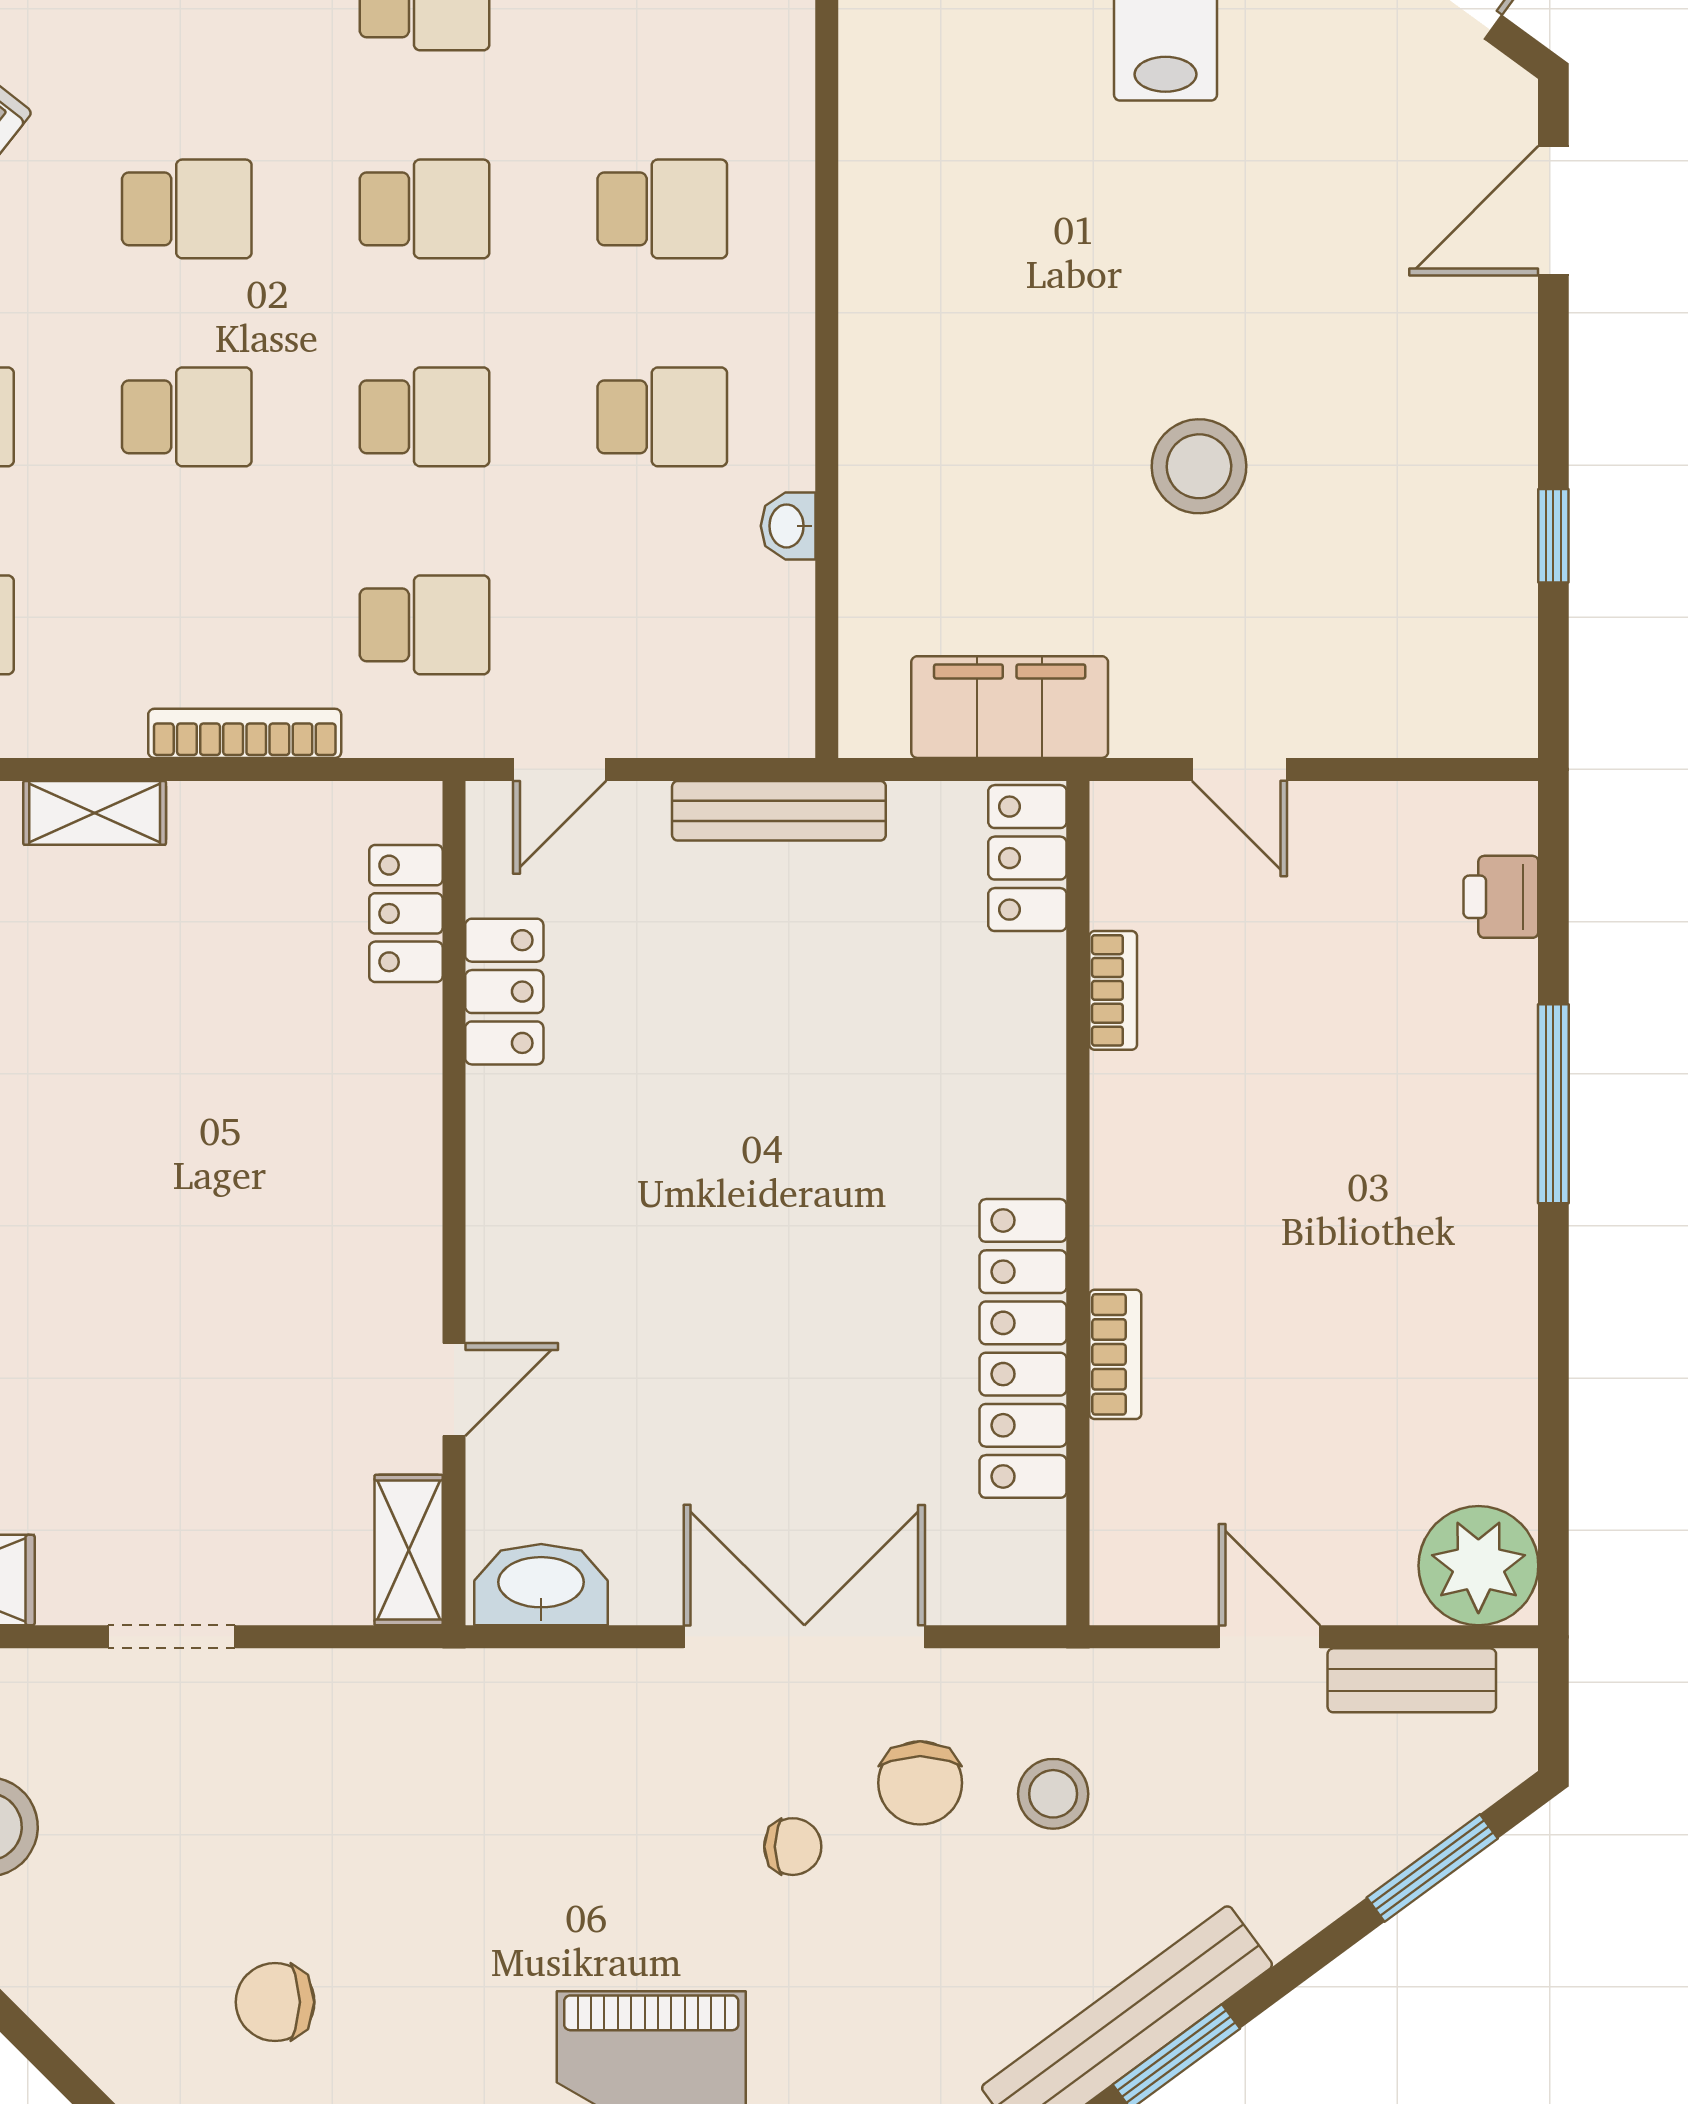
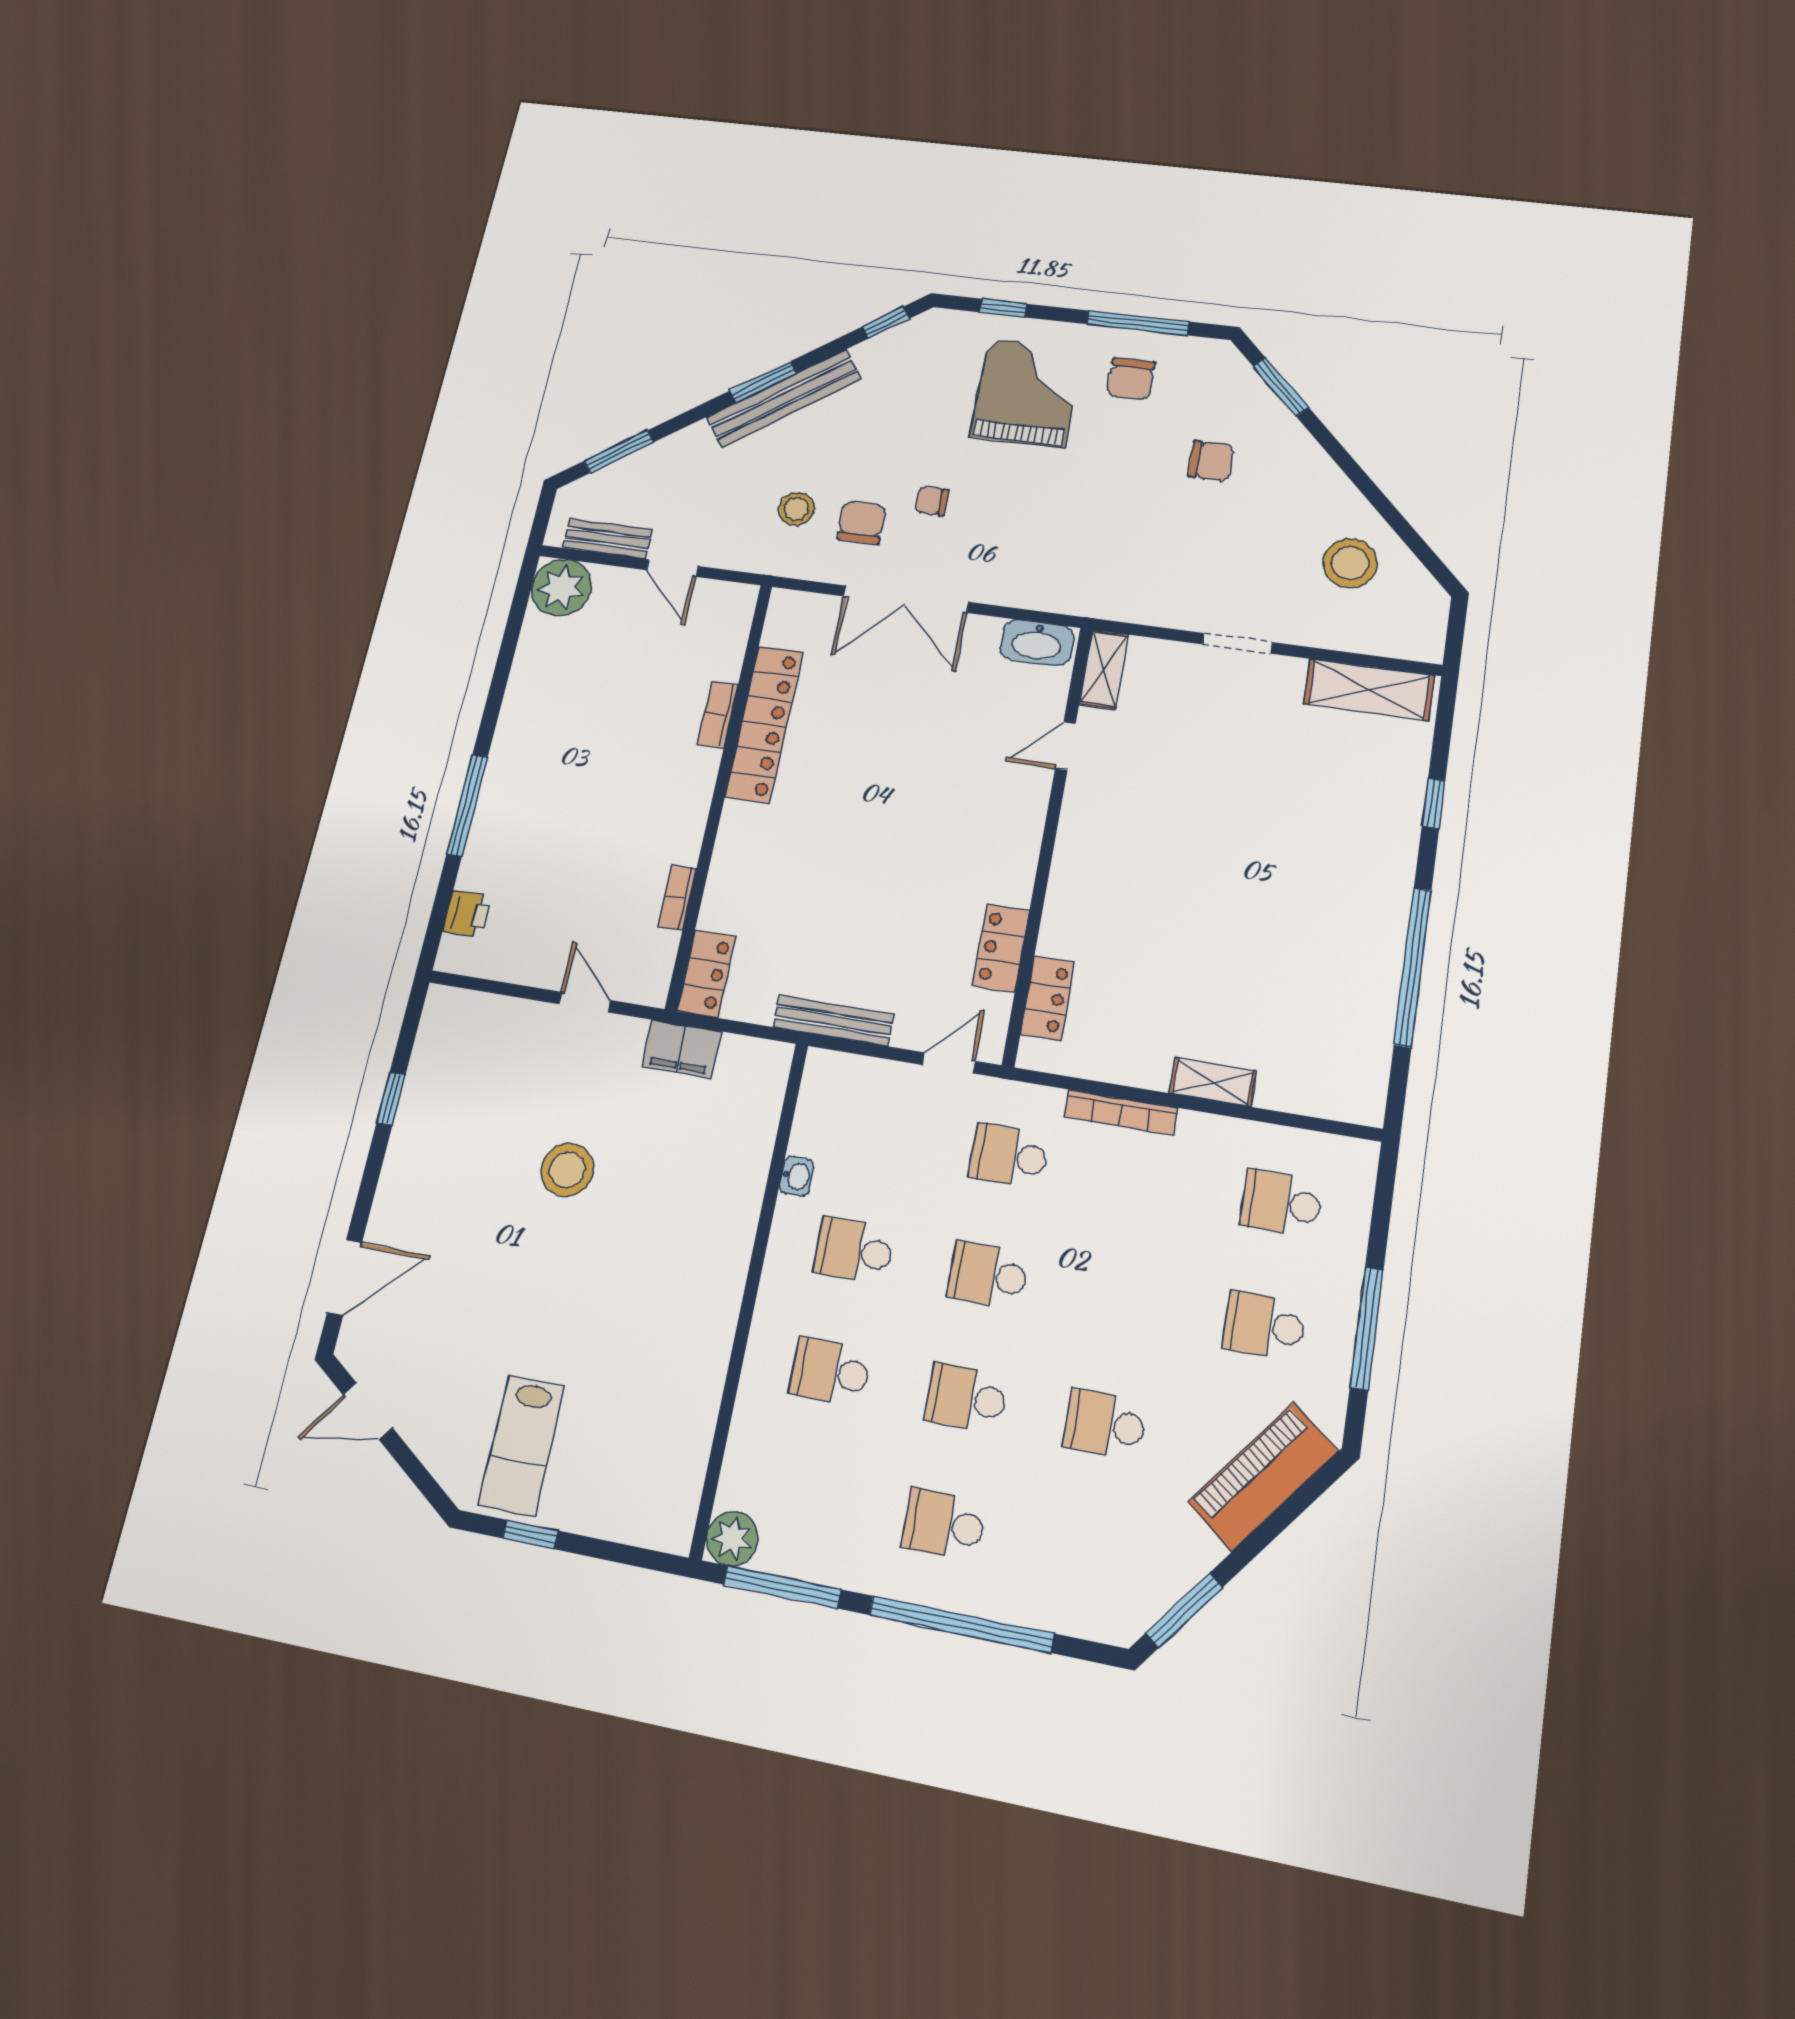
school desk: (187, 417) -> (1125, 1300), removed
filing cabinet: (1010, 707) -> (682, 1049), width x0.67, depth x0.86

